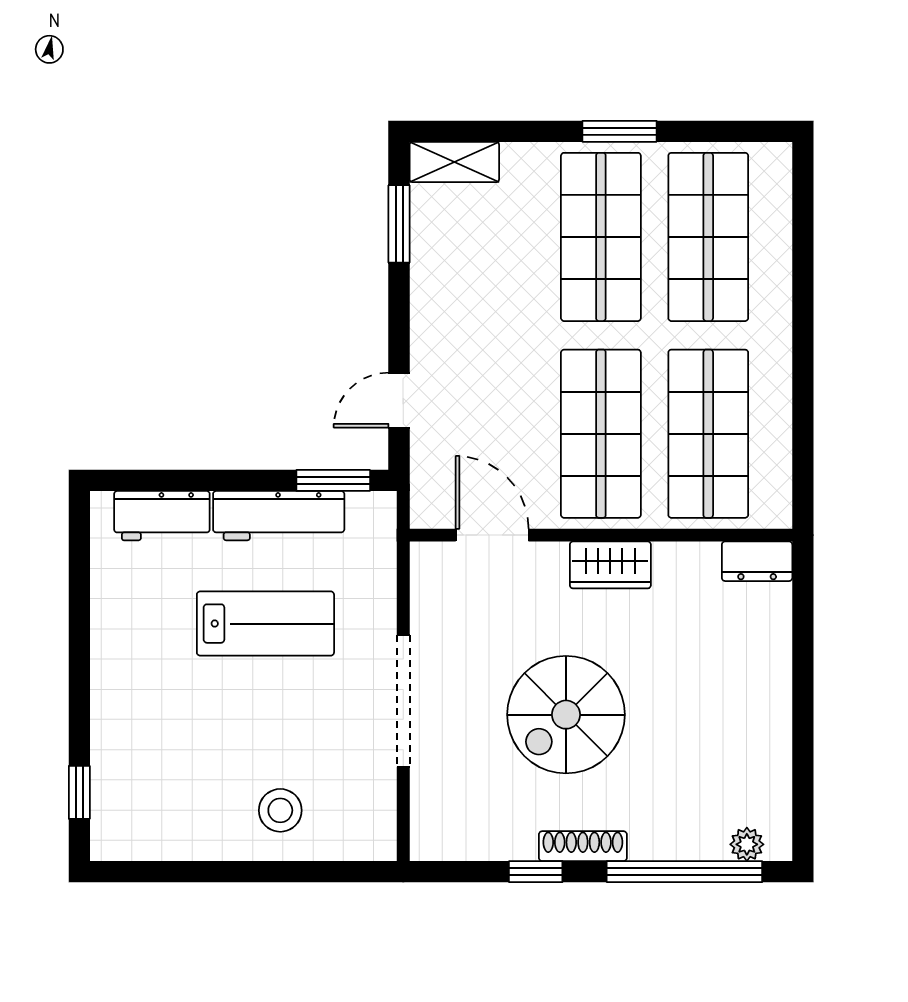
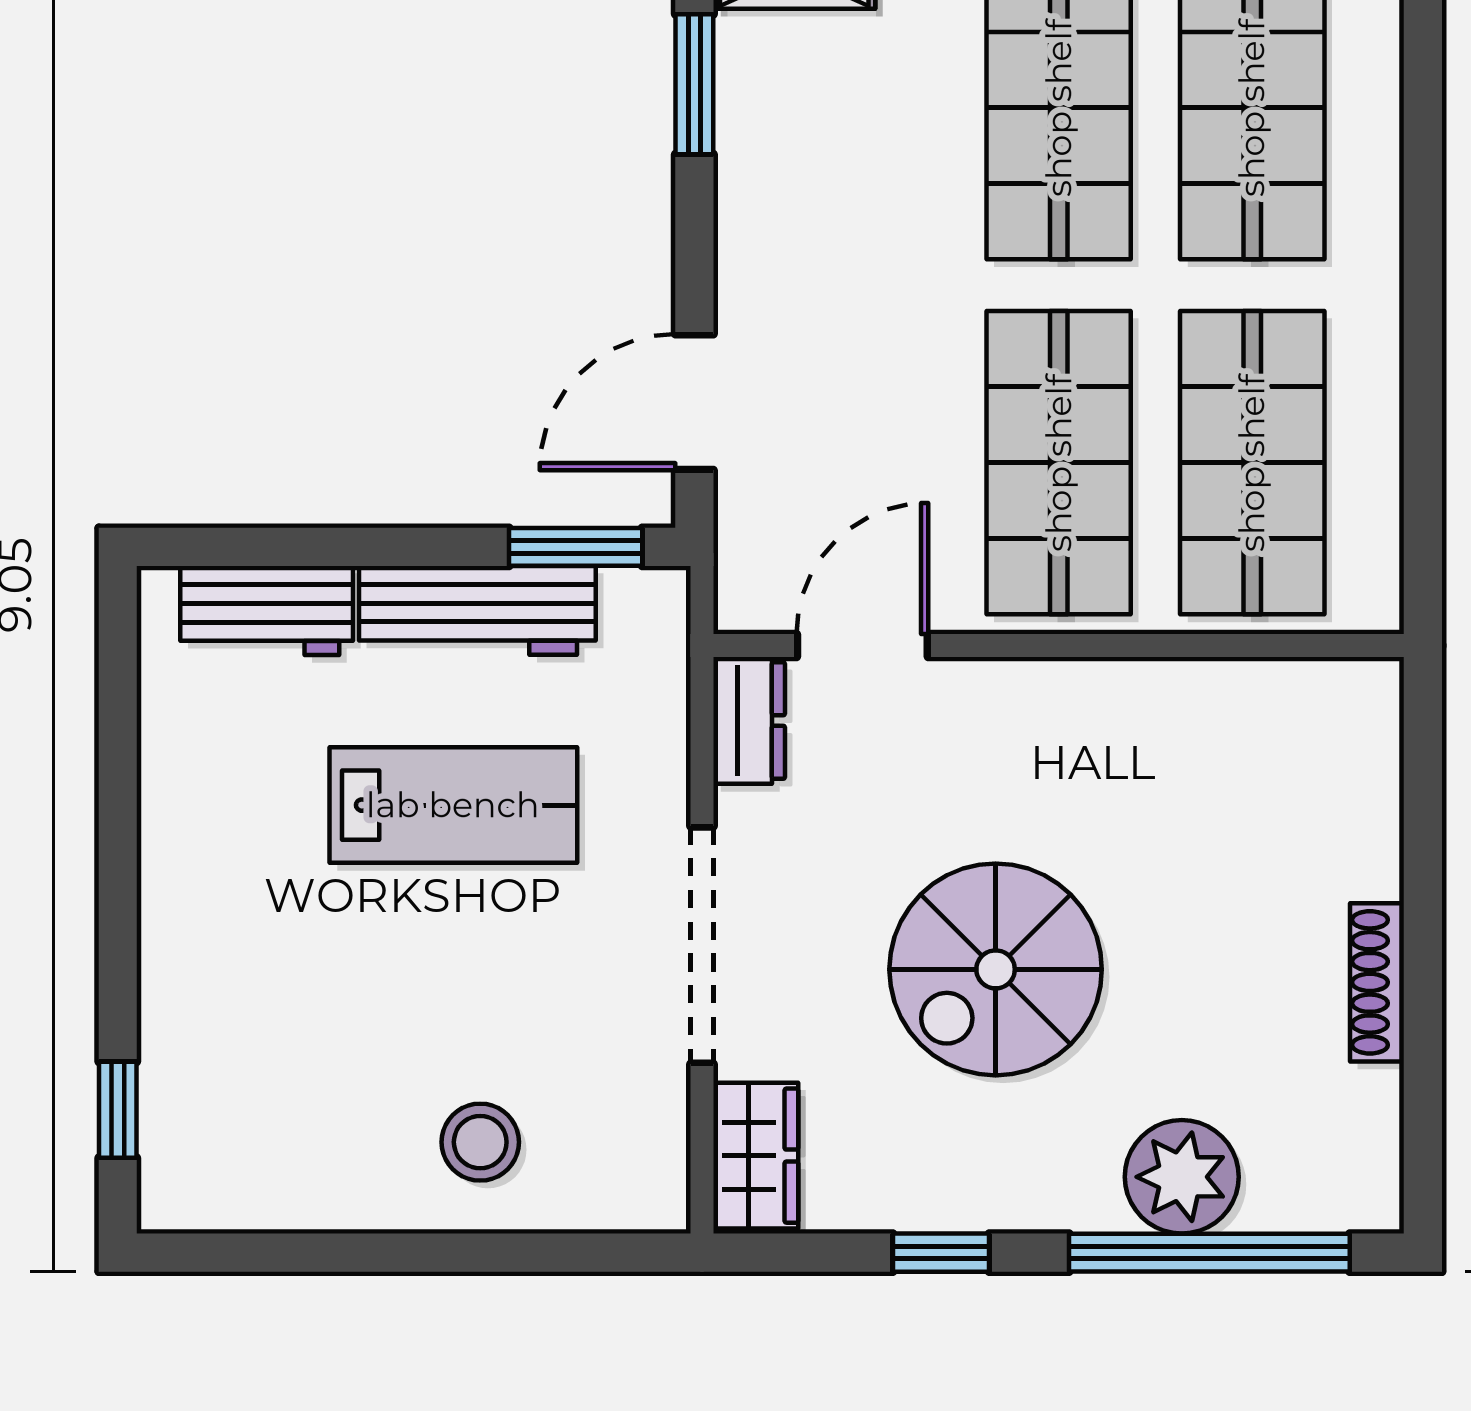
door: (399, 400) -> (694, 402), width x1.38
door: (492, 535) -> (862, 646), hinge flipped
dresser: (757, 561) -> (749, 720), moved, turned -90
wardrobe: (610, 565) -> (756, 1156), moved, turned -90
plant: (747, 844) -> (1182, 1177), moved, width x1.88, depth x1.88
shoe rack: (583, 846) -> (1377, 982), moved, turned -90

